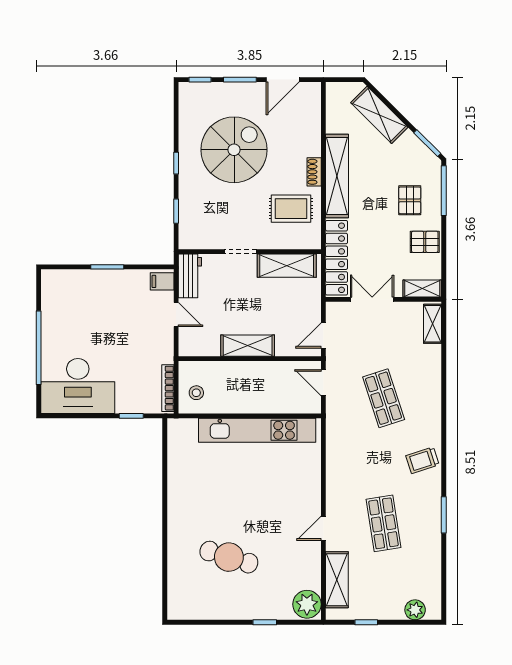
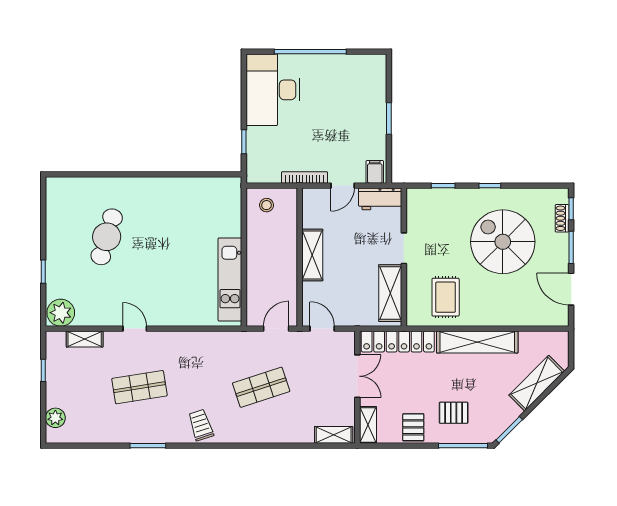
spiral stairs: (234, 150) -> (503, 242), turned 180
shoe rack: (314, 172) -> (562, 218), moved, turned -90
bookcase: (168, 388) -> (304, 177), moved
kitchen unit: (257, 430) -> (230, 279), width x0.73
shelving: (337, 580) -> (85, 339), width x0.67, depth x0.75

